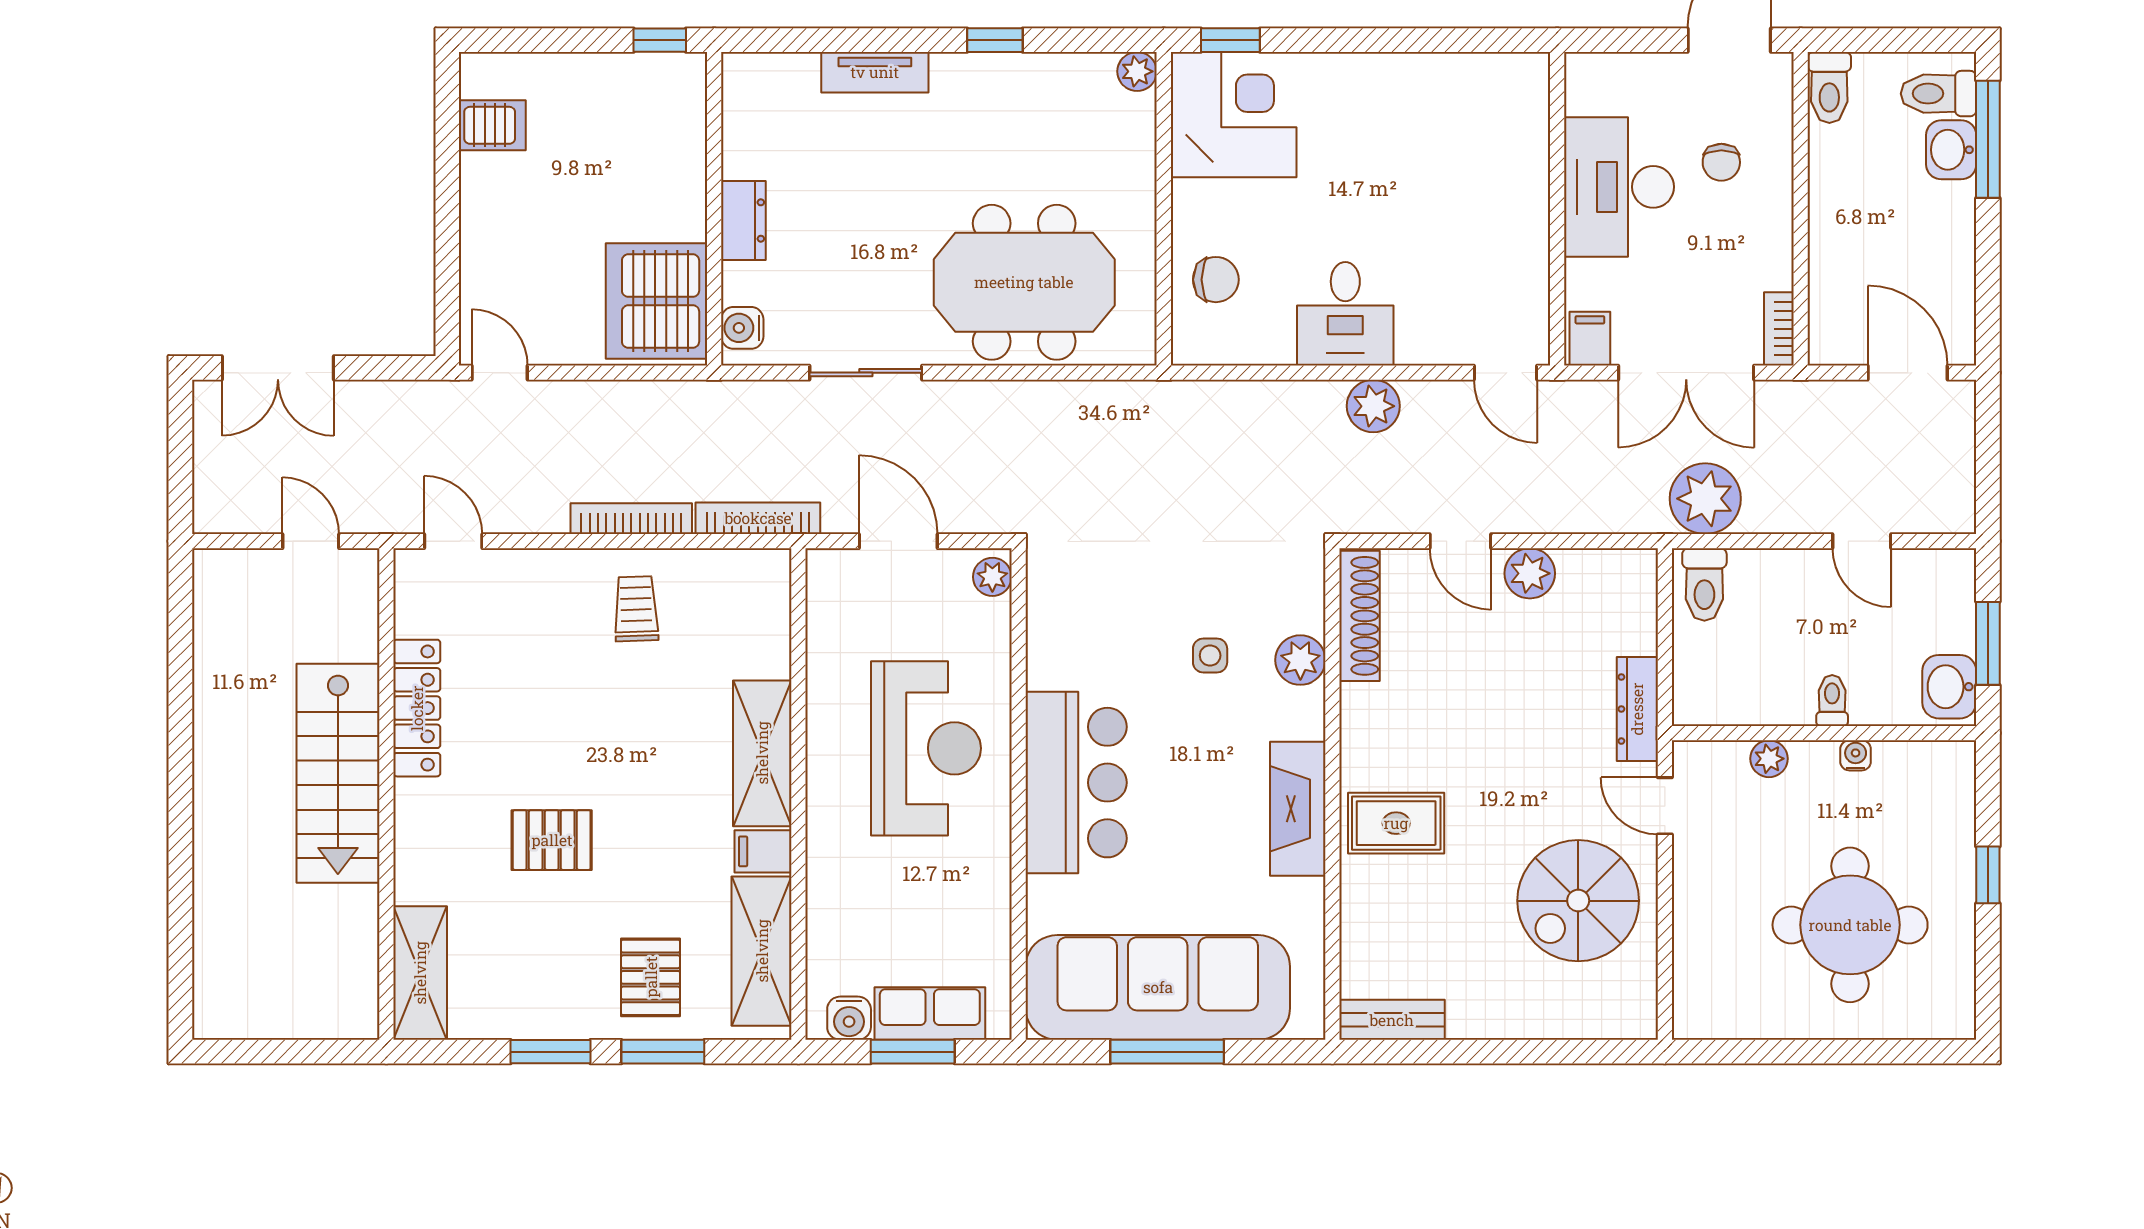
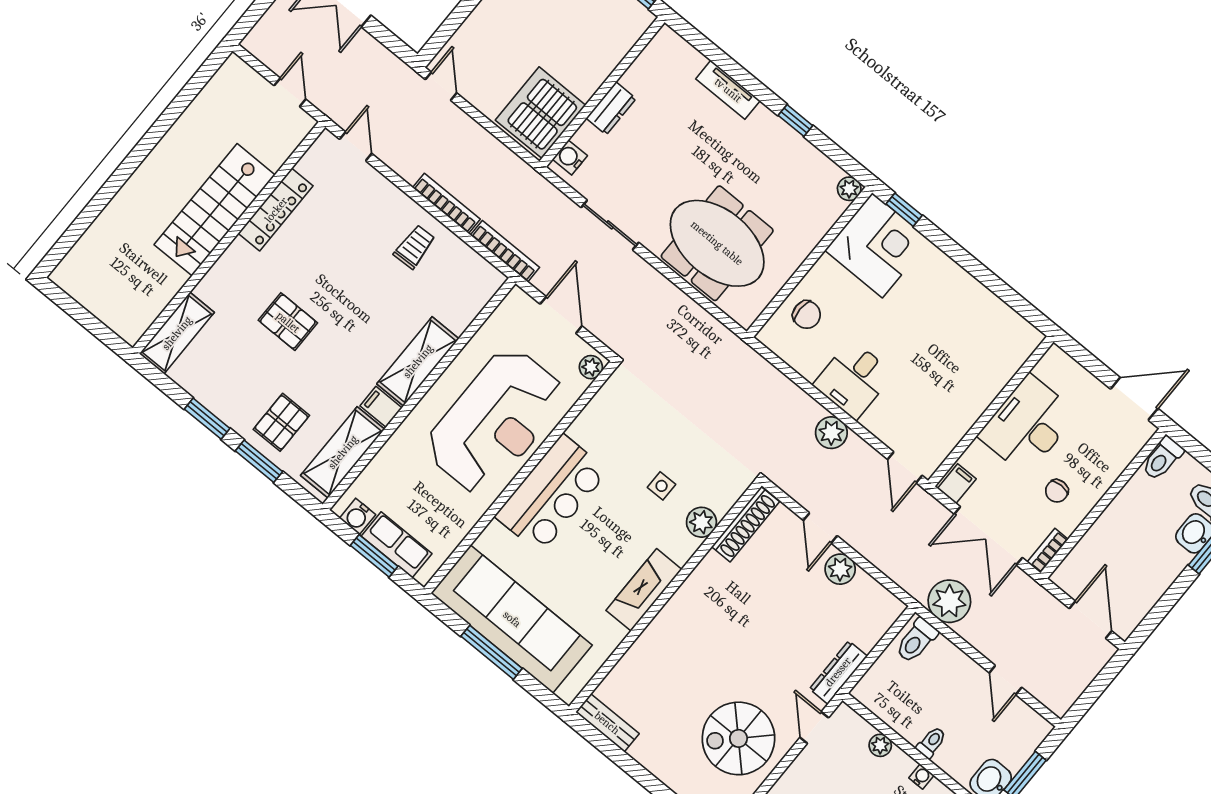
chair: (1721, 162) -> (1057, 491), moved
reception desk: (926, 748) -> (495, 421), width x1.36, depth x1.30
rug: (1396, 823) -> (684, 634), removed

